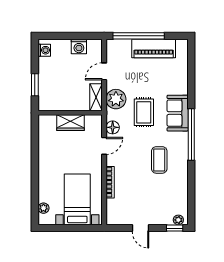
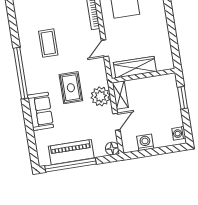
window: (139, 36) -> (70, 165), moved
sofa: (178, 113) -> (40, 111), moved
wardrobe: (70, 123) -> (135, 67), width x1.50
floor lamp: (113, 127) -> (112, 148), moved

